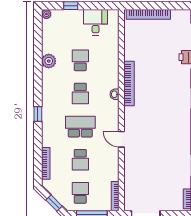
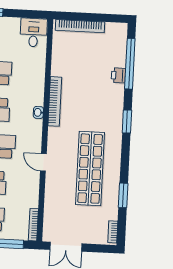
desk: (96, 22) -> (34, 33), moved
shop shelf: (164, 143) -> (90, 169), added

